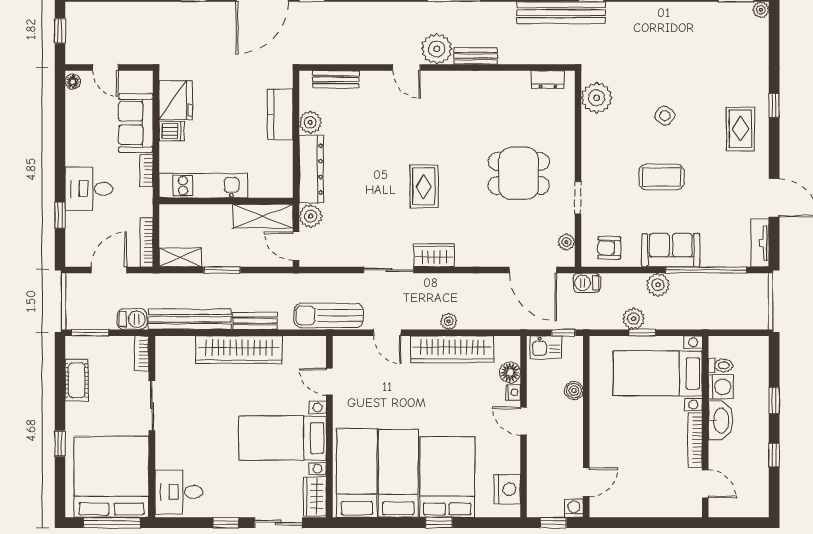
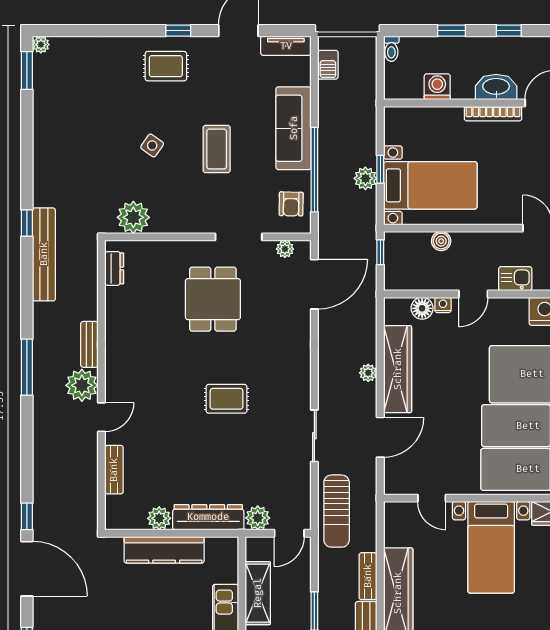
bench: (336, 79) -> (114, 470), moved
window: (774, 105) -> (178, 31), moved
kitchen counter: (280, 114) -> (164, 550), width x1.50
doorway: (578, 198) -> (239, 237), width x1.38
shelving: (263, 216) -> (258, 593), moved
sofa: (671, 250) -> (294, 128), width x1.36
wardrobe: (434, 255) -> (299, 388), removed
window: (706, 270) -> (314, 170), moved
barbecue: (587, 283) -> (328, 65), moved
plant: (658, 285) -> (330, 153), removed
sun lounger: (329, 315) -> (337, 511), moved
door: (387, 333) -> (380, 437), width x1.38
kitchen sink: (546, 347) -> (515, 279), moved, turned -90
toilet: (720, 365) -> (391, 49), moved, turned 180
bed with nightstands: (658, 373) -> (430, 185), moved, turned -90
door: (329, 382) -> (432, 498), hinge flipped
washbasin: (720, 421) -> (496, 87), moved

